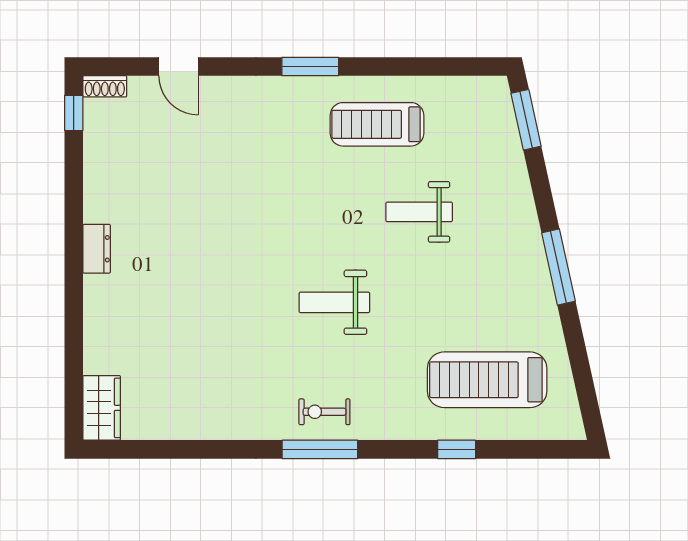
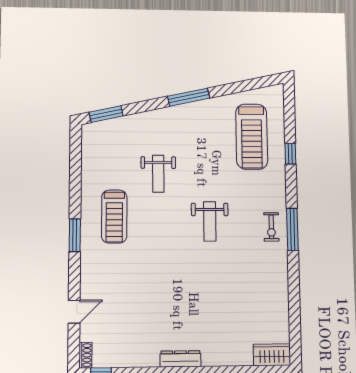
treadmill: (377, 124) -> (114, 216), moved
dresser: (97, 249) -> (180, 359), width x1.44

